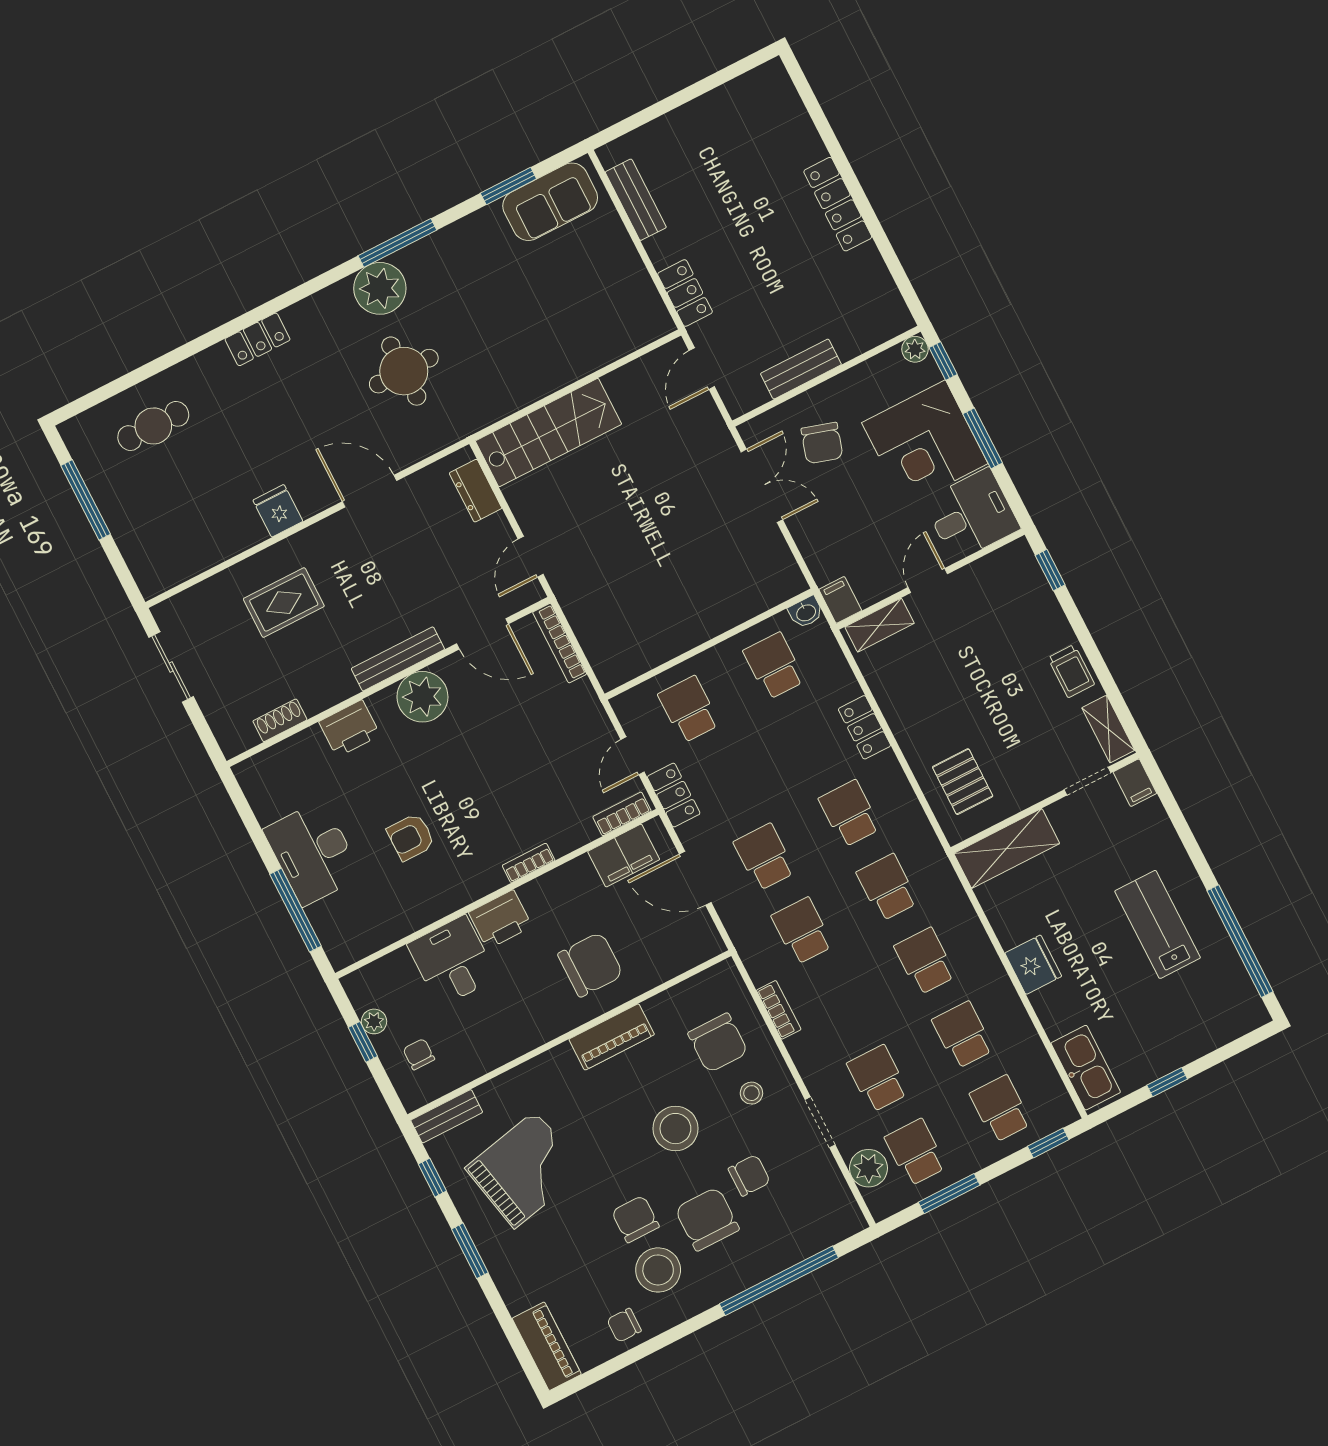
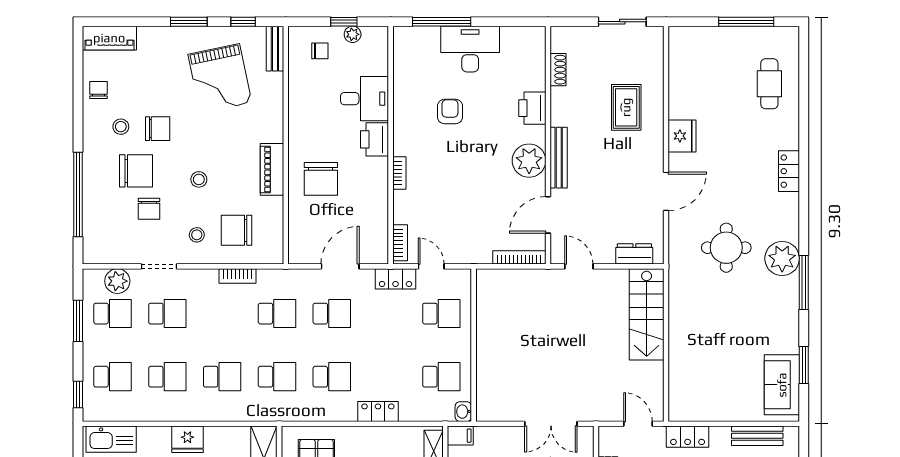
fridge: (278, 511) -> (682, 136), width x1.38
filing cabinet: (624, 856) -> (375, 231), removed
stool: (675, 1129) -> (199, 179), width x0.53, depth x0.53
stool: (658, 1270) -> (121, 127), width x0.53, depth x0.53

